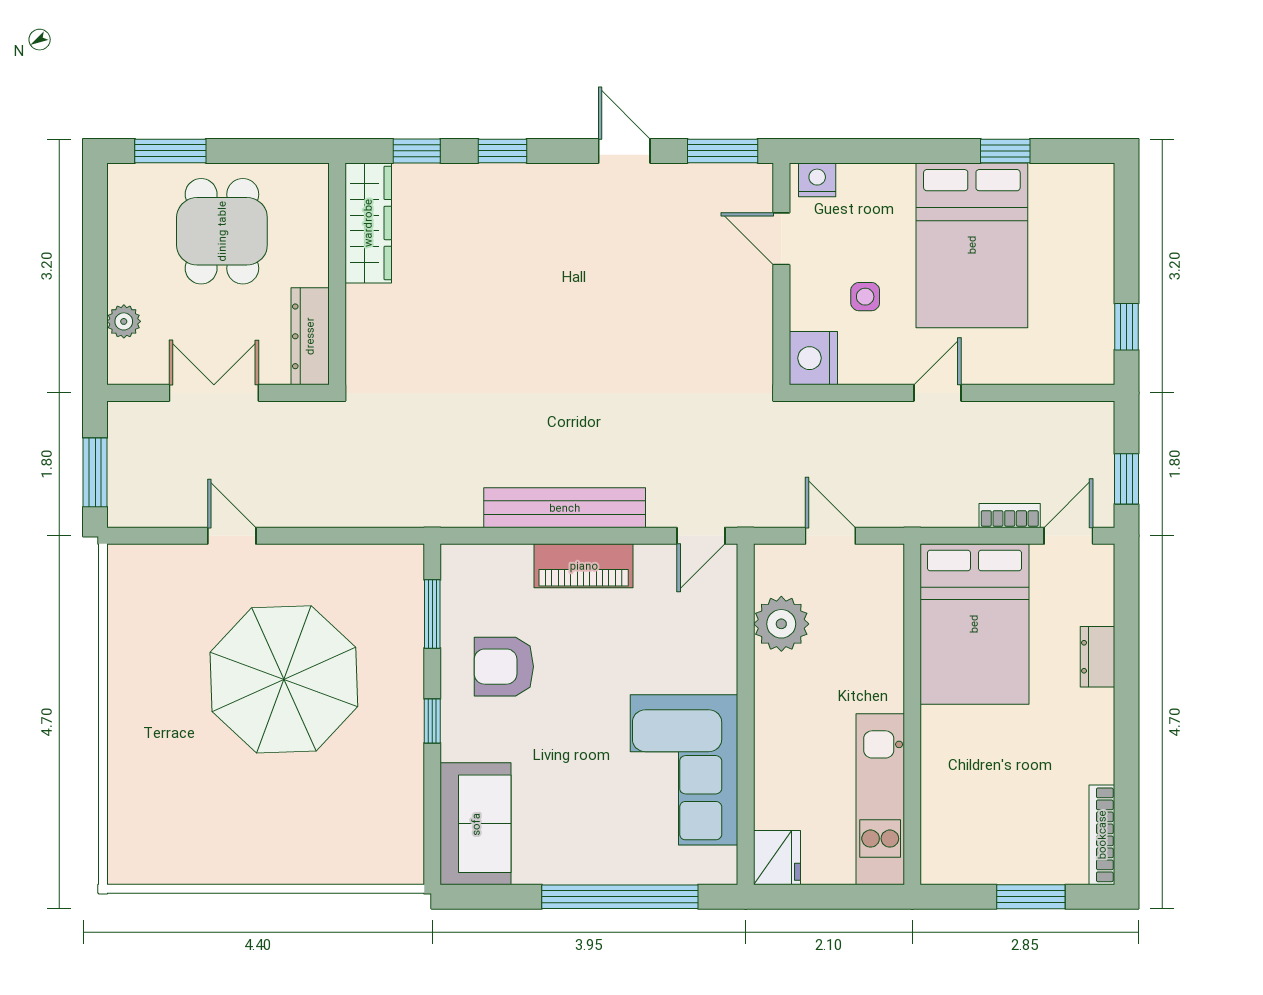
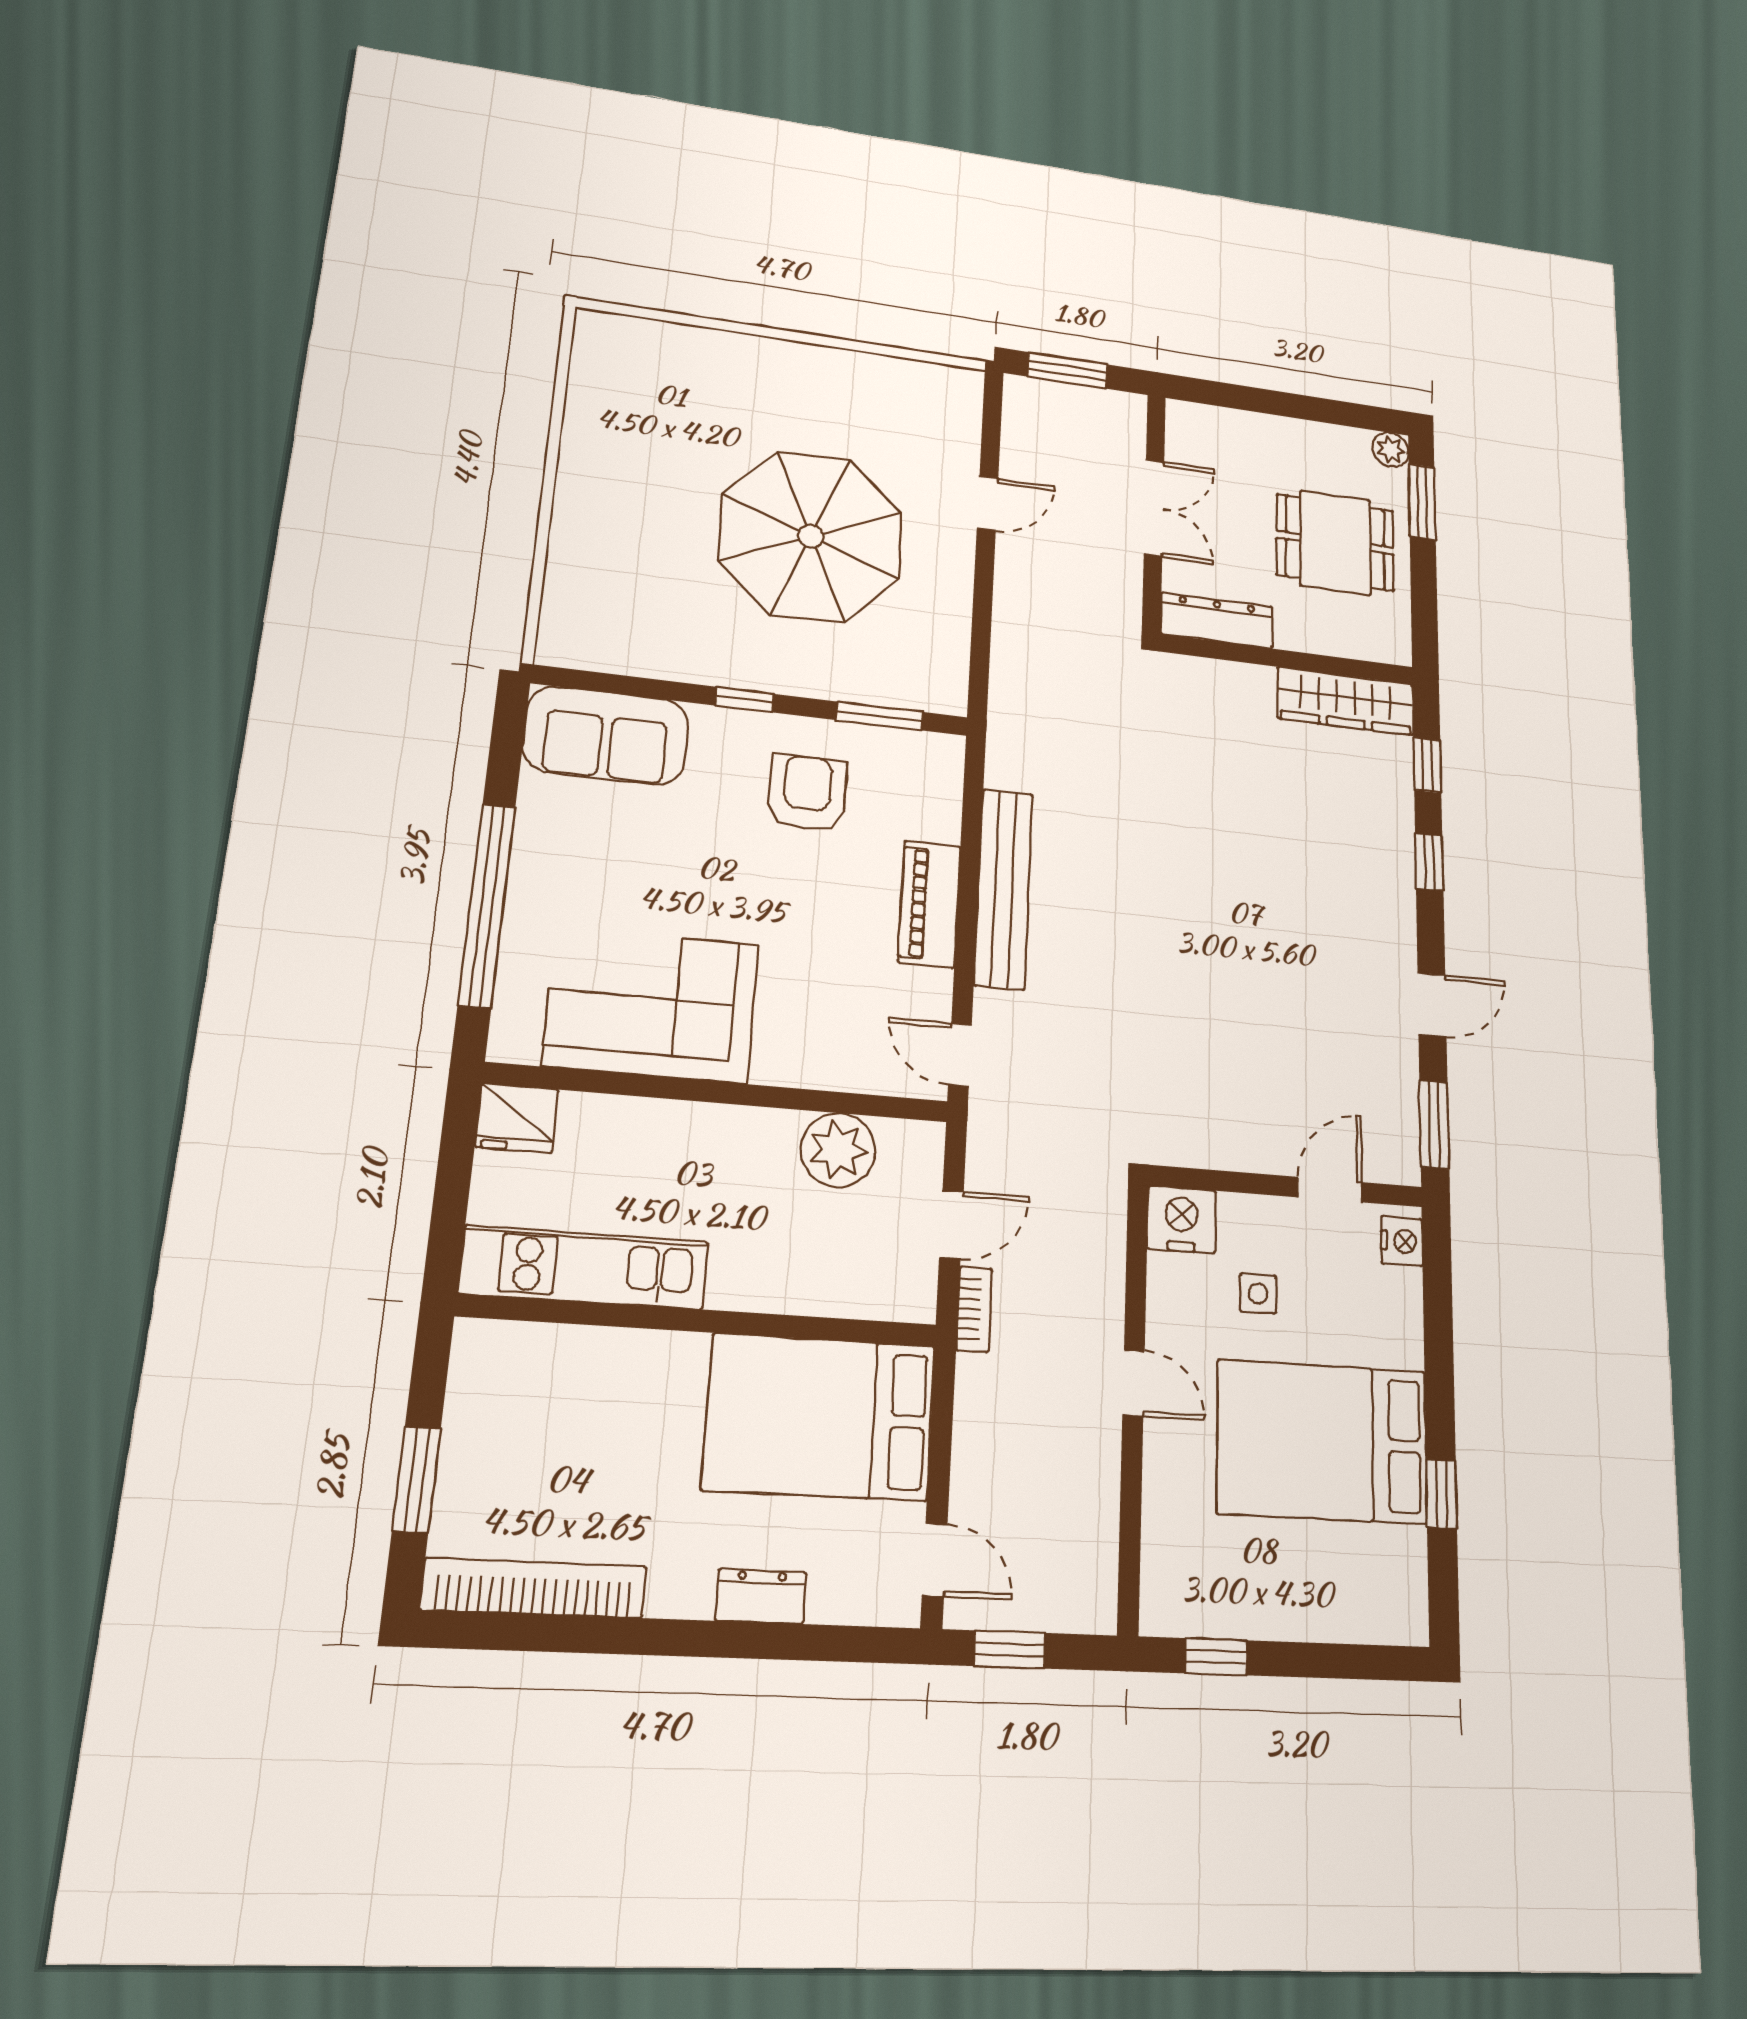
plant: (124, 321) -> (1391, 450), moved
bookcase: (1010, 516) -> (974, 1309), moved
bookcase: (1102, 835) -> (534, 1588), width x1.48, depth x1.31

